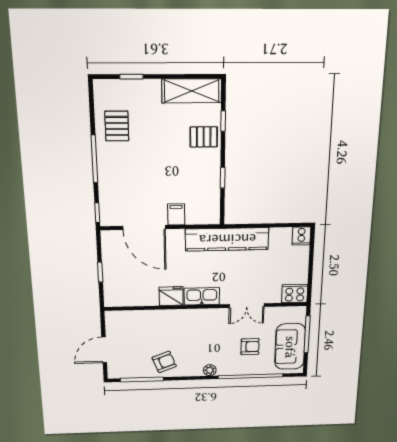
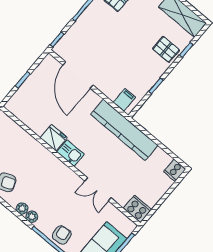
filing cabinet: (176, 214) -> (124, 100), moved
kitchen sink: (202, 296) -> (71, 153), width x0.73
armchair: (250, 347) -> (62, 235), moved, turned -98
plant: (196, 371) -> (22, 209), added

